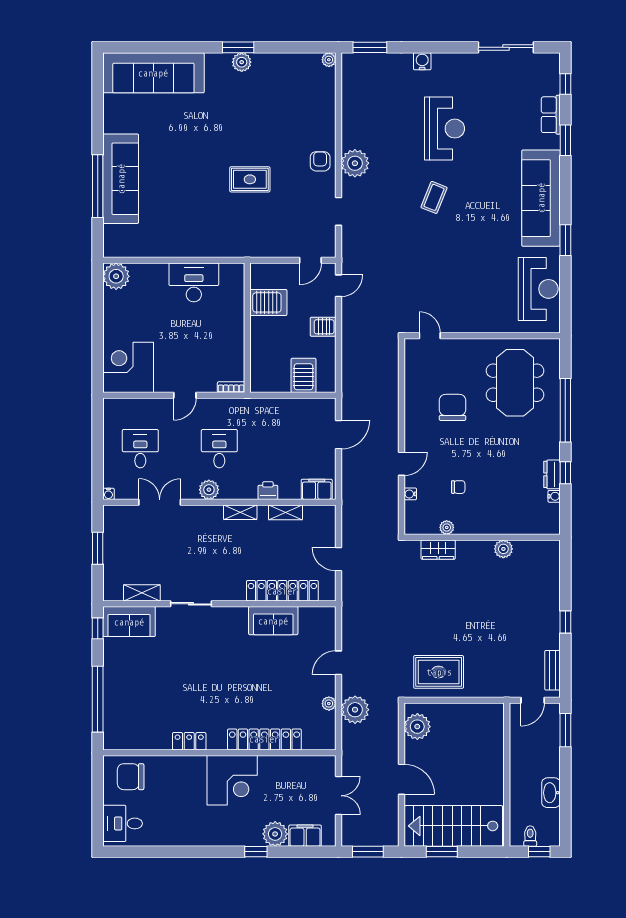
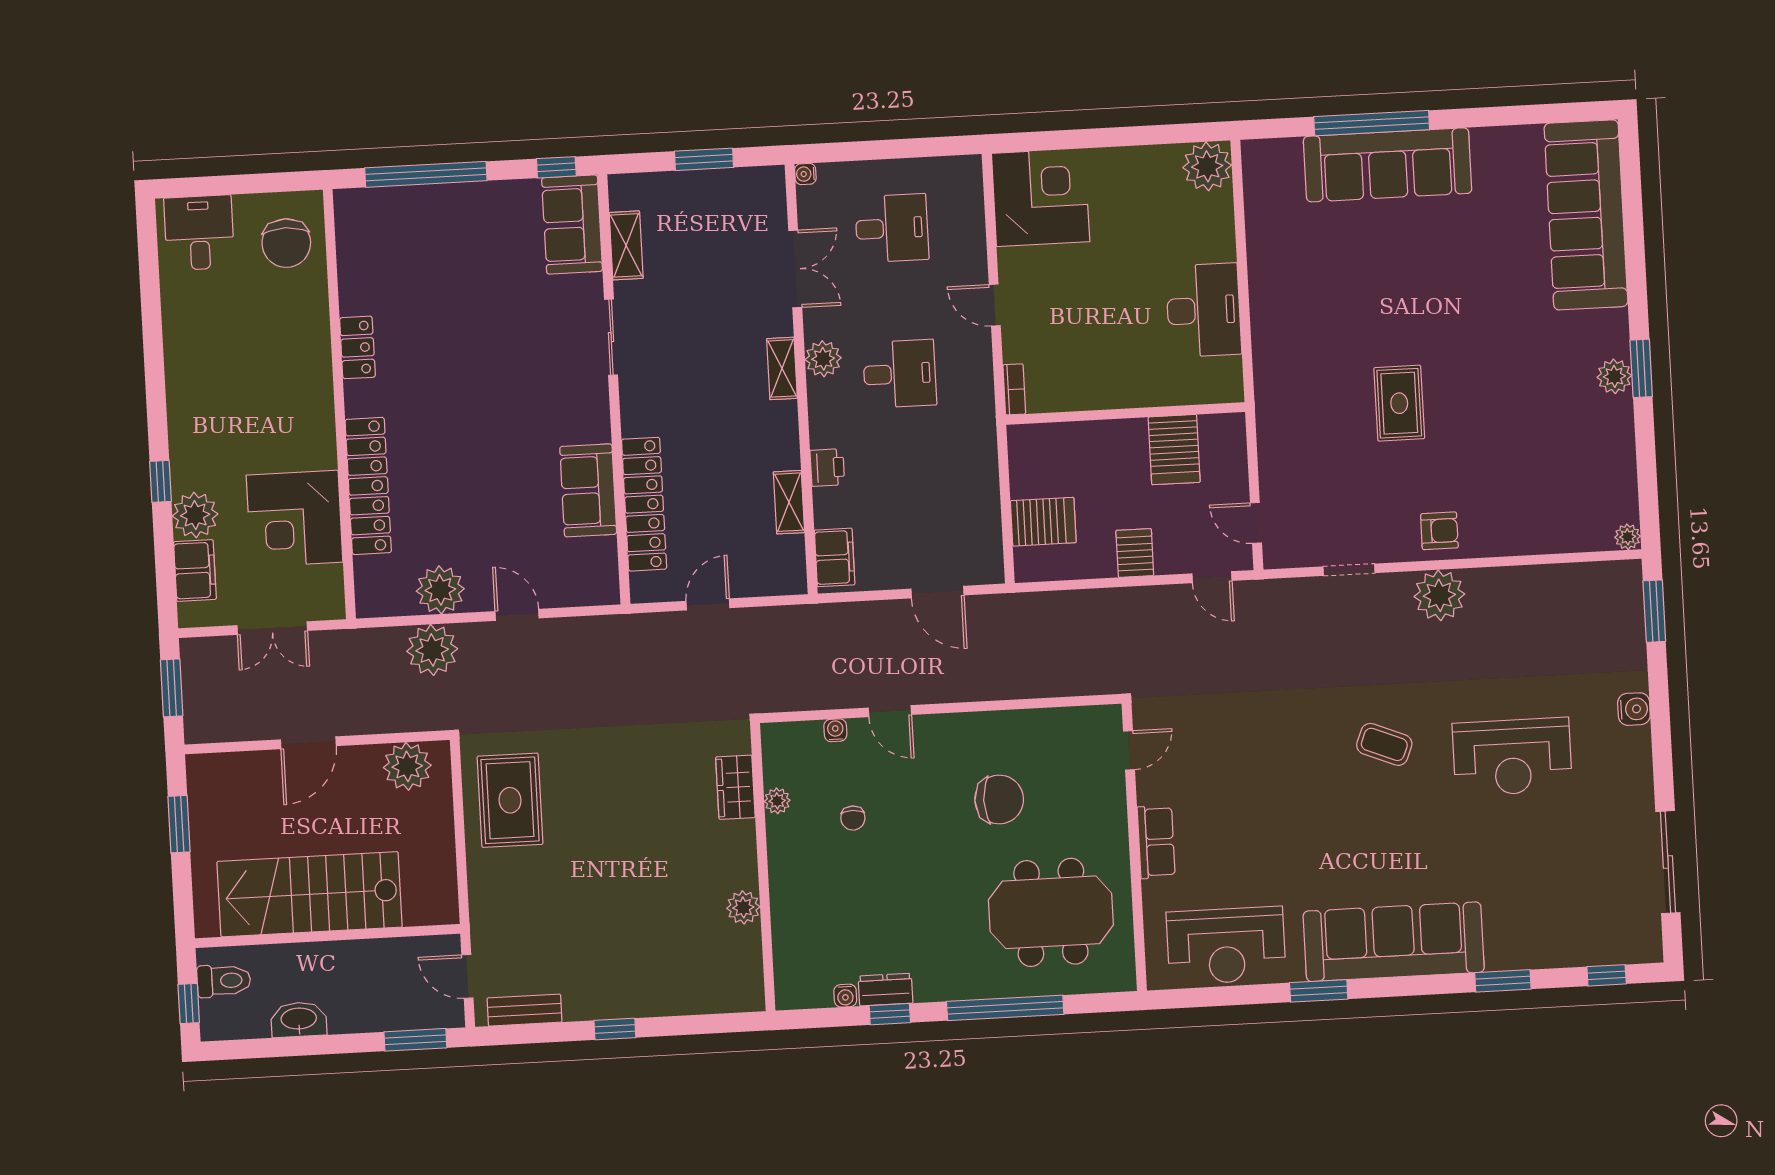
row of seats: (551, 115) -> (1156, 842), moved, turned 90
shelving: (240, 512) -> (782, 368), moved
plant: (329, 704) -> (440, 590), width x1.88, depth x1.88
chair: (131, 777) -> (286, 243), turned 180
corner desk: (232, 780) -> (295, 519), moved
stairs: (453, 826) -> (310, 894), moved, turned -90
toilet: (530, 836) -> (224, 981), width x1.37, depth x1.39

